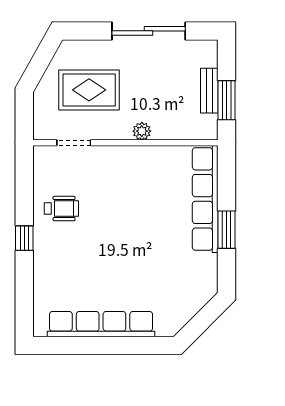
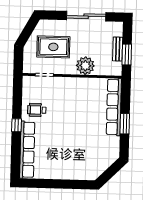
plant: (142, 131) -> (85, 66), width x1.87, depth x1.87
wheelchair: (61, 209) -> (37, 110), turned 180
row of seats: (101, 324) -> (27, 150), moved, turned 90

